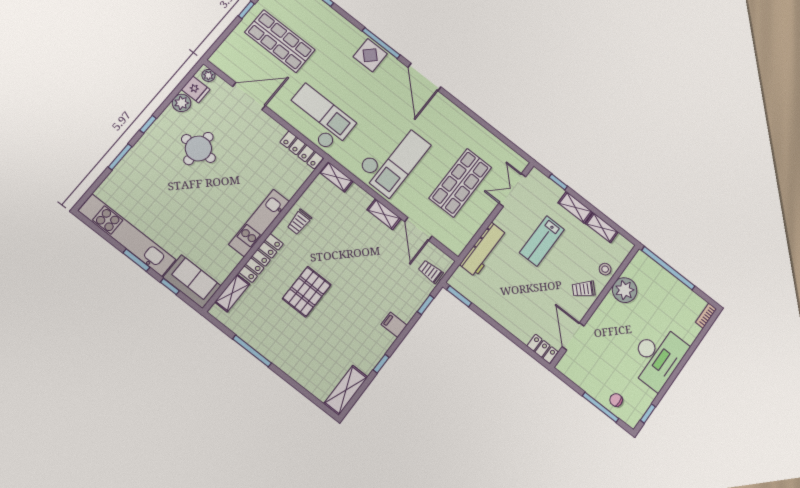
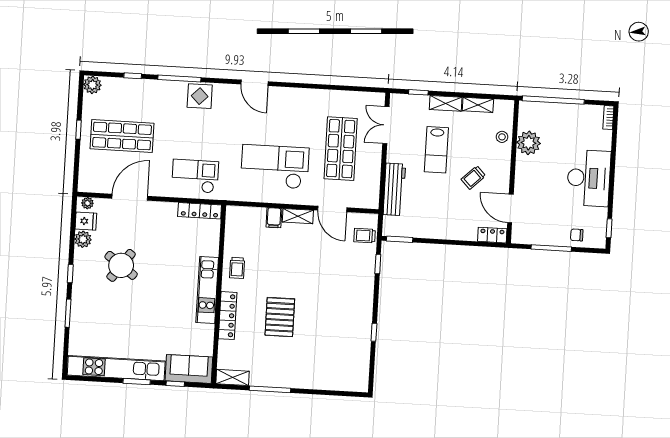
window: (381, 43) -> (179, 79), moved
door: (424, 77) -> (255, 83), width x0.73
checkout: (319, 118) -> (195, 176), width x0.73, depth x0.83
round table: (198, 148) -> (121, 265), turned 36
checkout: (393, 158) -> (275, 167), turned -90
shelving: (336, 177) -> (241, 213), removed
trolley: (584, 289) -> (473, 177), moved
shelving: (232, 293) -> (233, 377), moved, turned 90
filing cabinet: (394, 325) -> (274, 218), moved, turned -90
shelving: (346, 390) -> (361, 370), removed
window: (601, 407) -> (551, 248), moved

